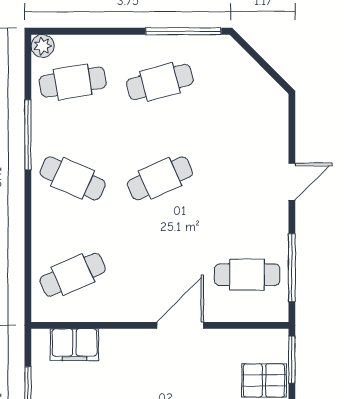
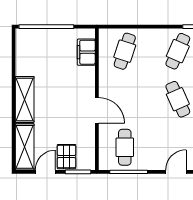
door: (292, 182) -> (176, 172), swing flipped
cafe table: (73, 275) -> (125, 51), turned 42

